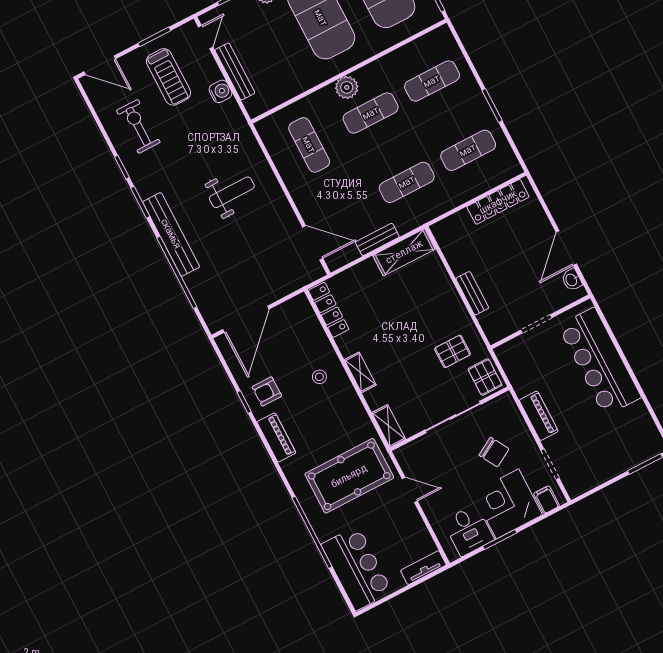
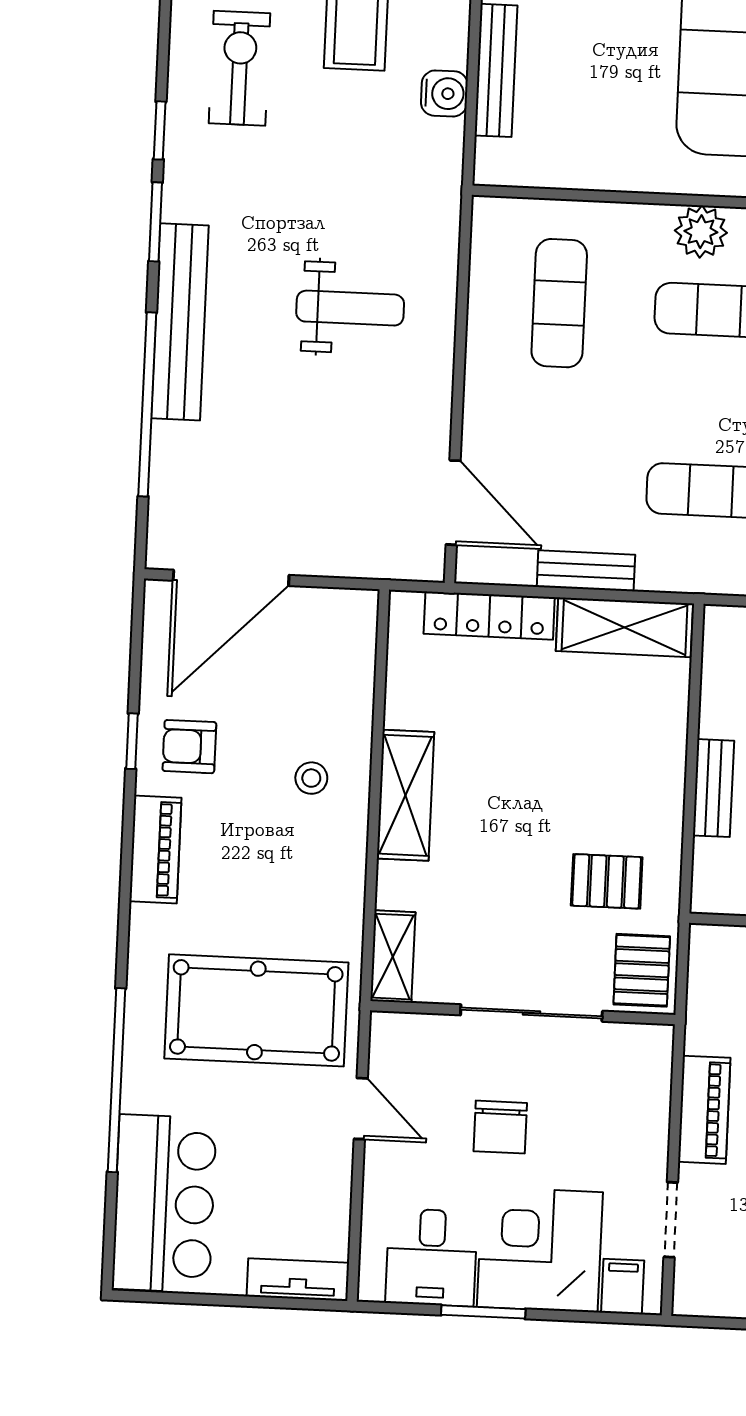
locker: (329, 310) -> (489, 616), moved, turned 90
shelving: (360, 372) -> (405, 795), width x1.50, depth x1.33
chair: (494, 452) -> (500, 1127), moved, turned 30

